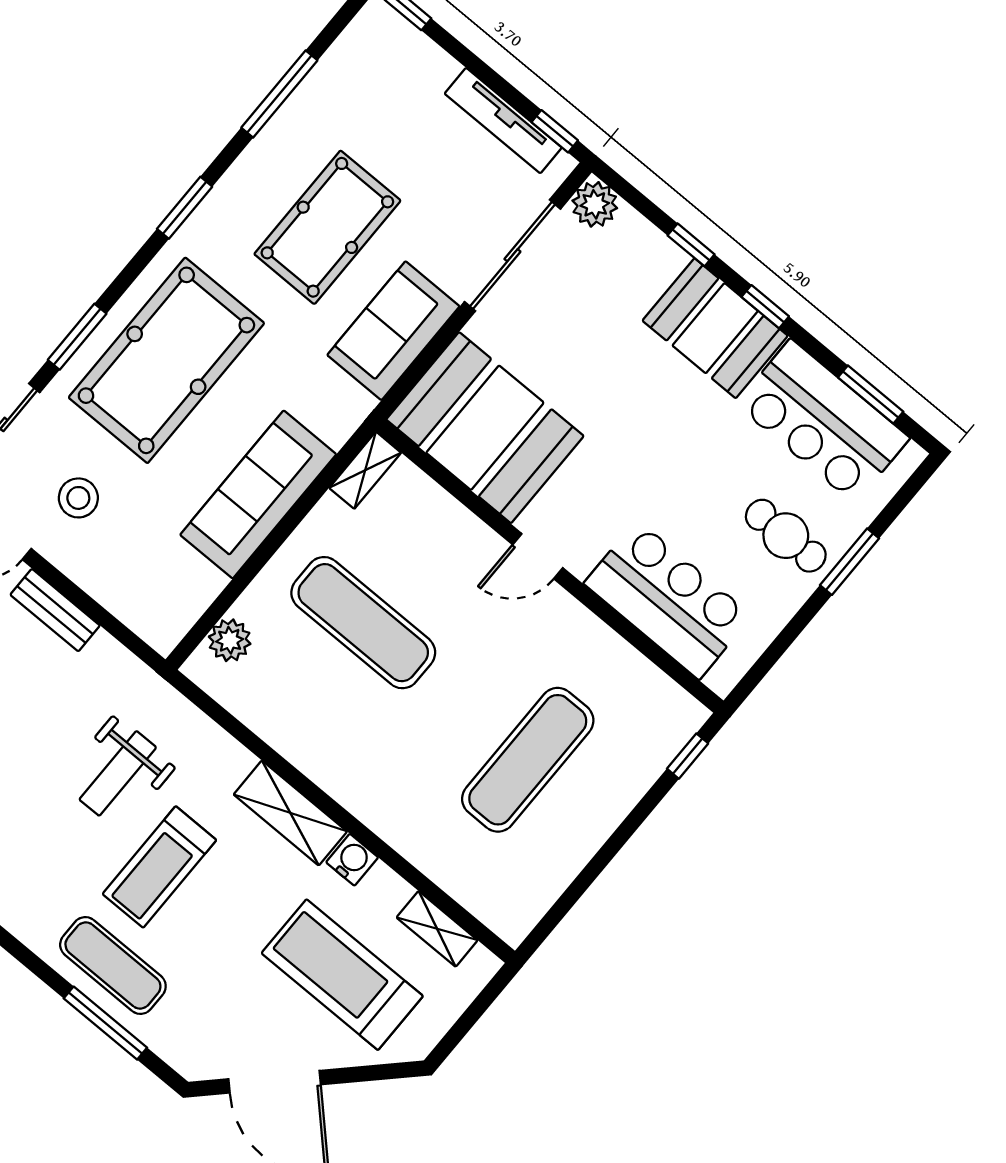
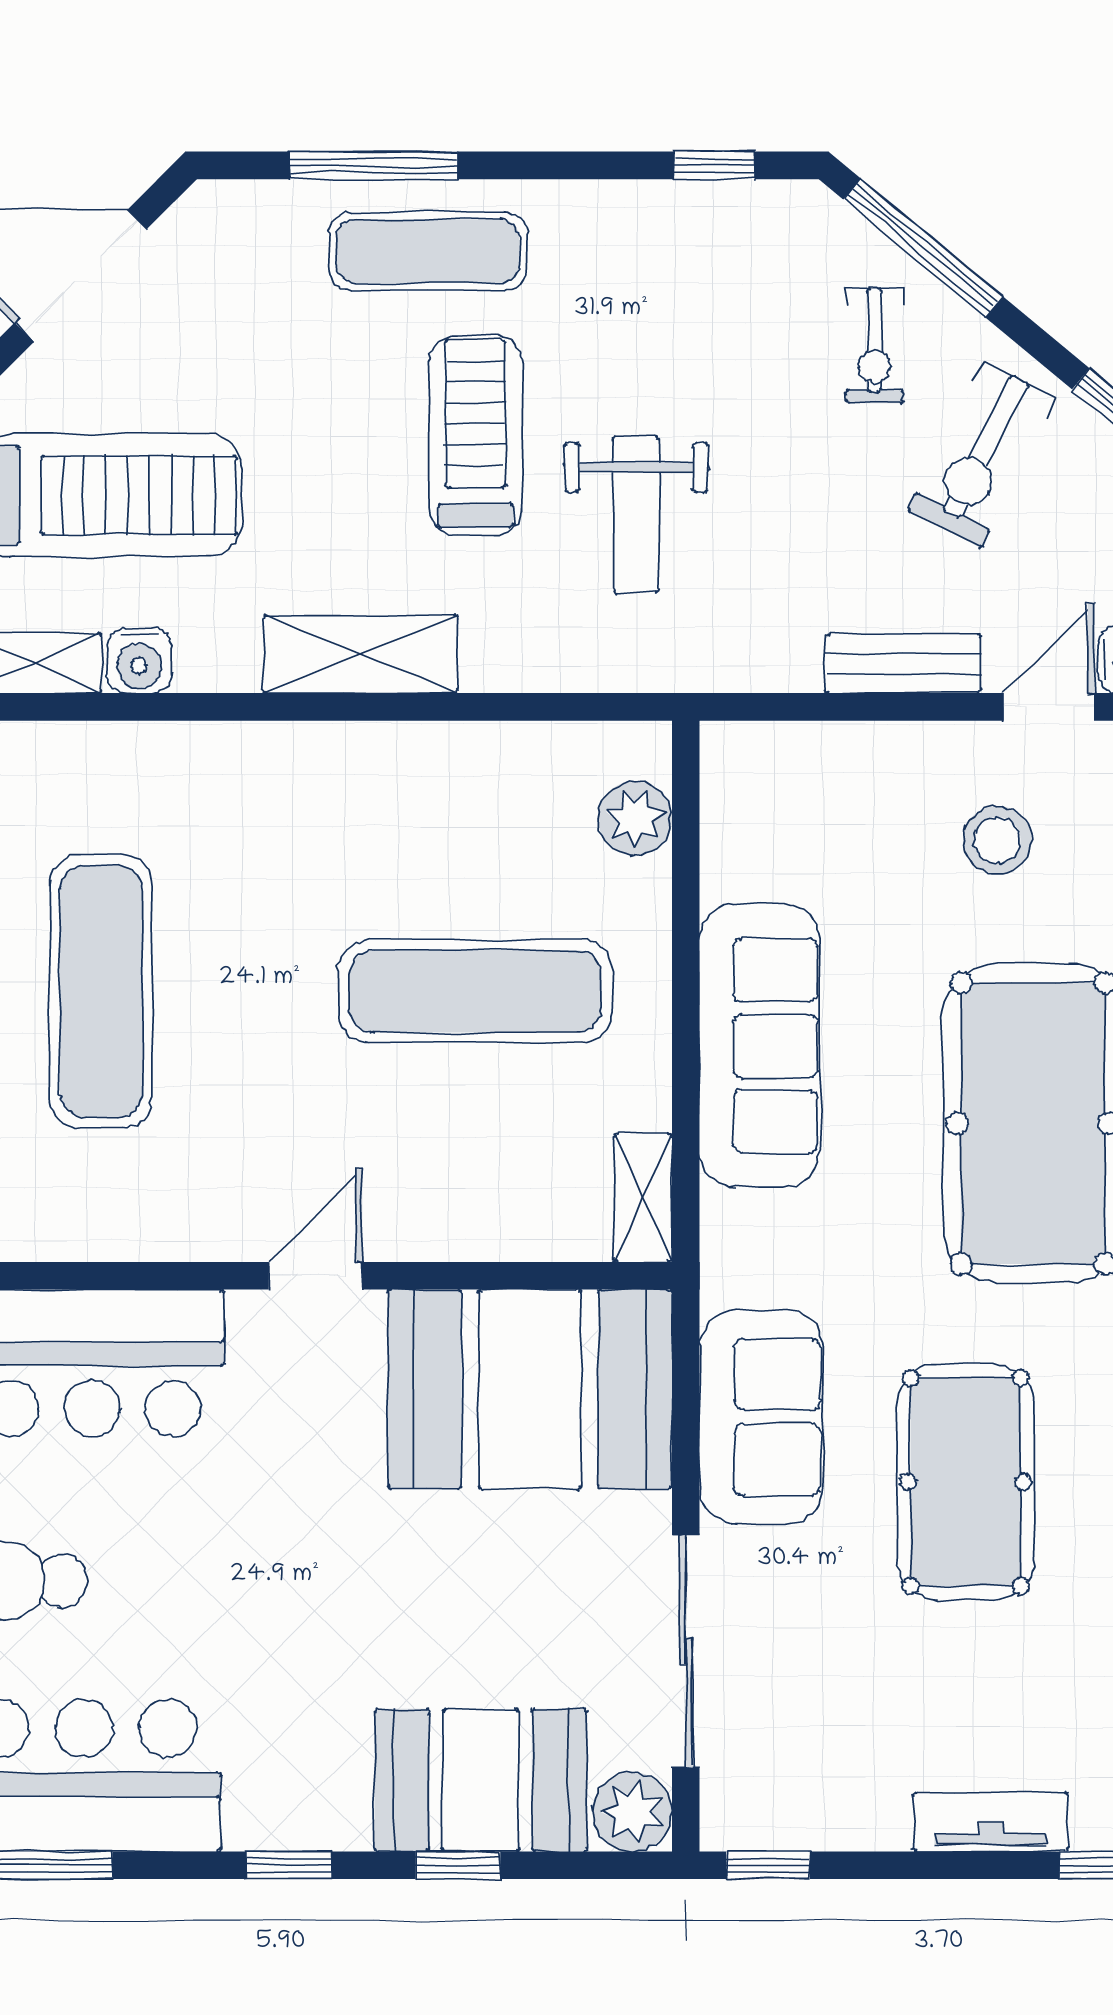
tv unit: (503, 121) -> (990, 1822), moved, width x0.71
booth: (715, 328) -> (481, 1780), moved
weight bench: (118, 773) -> (636, 514), turned 180
water cooler: (352, 860) -> (139, 661), moved

